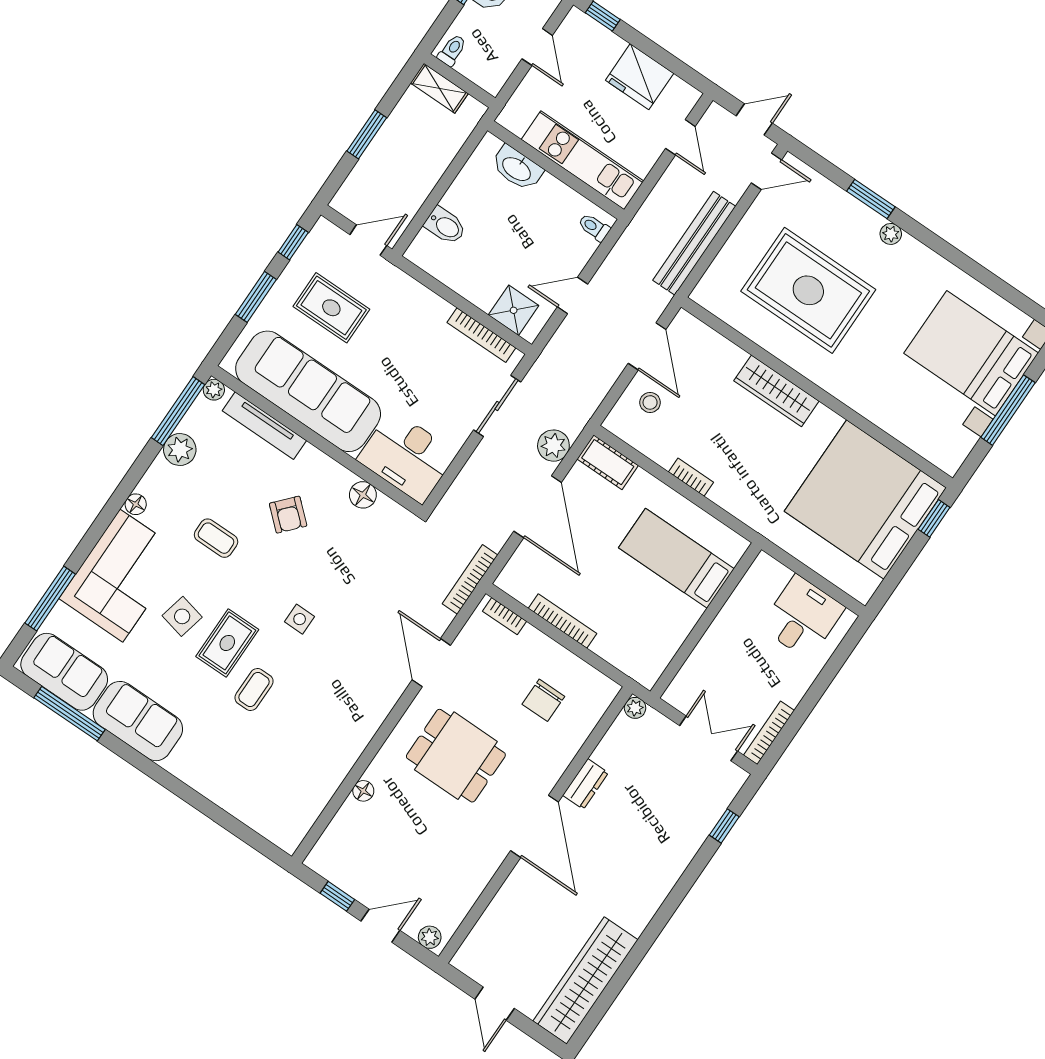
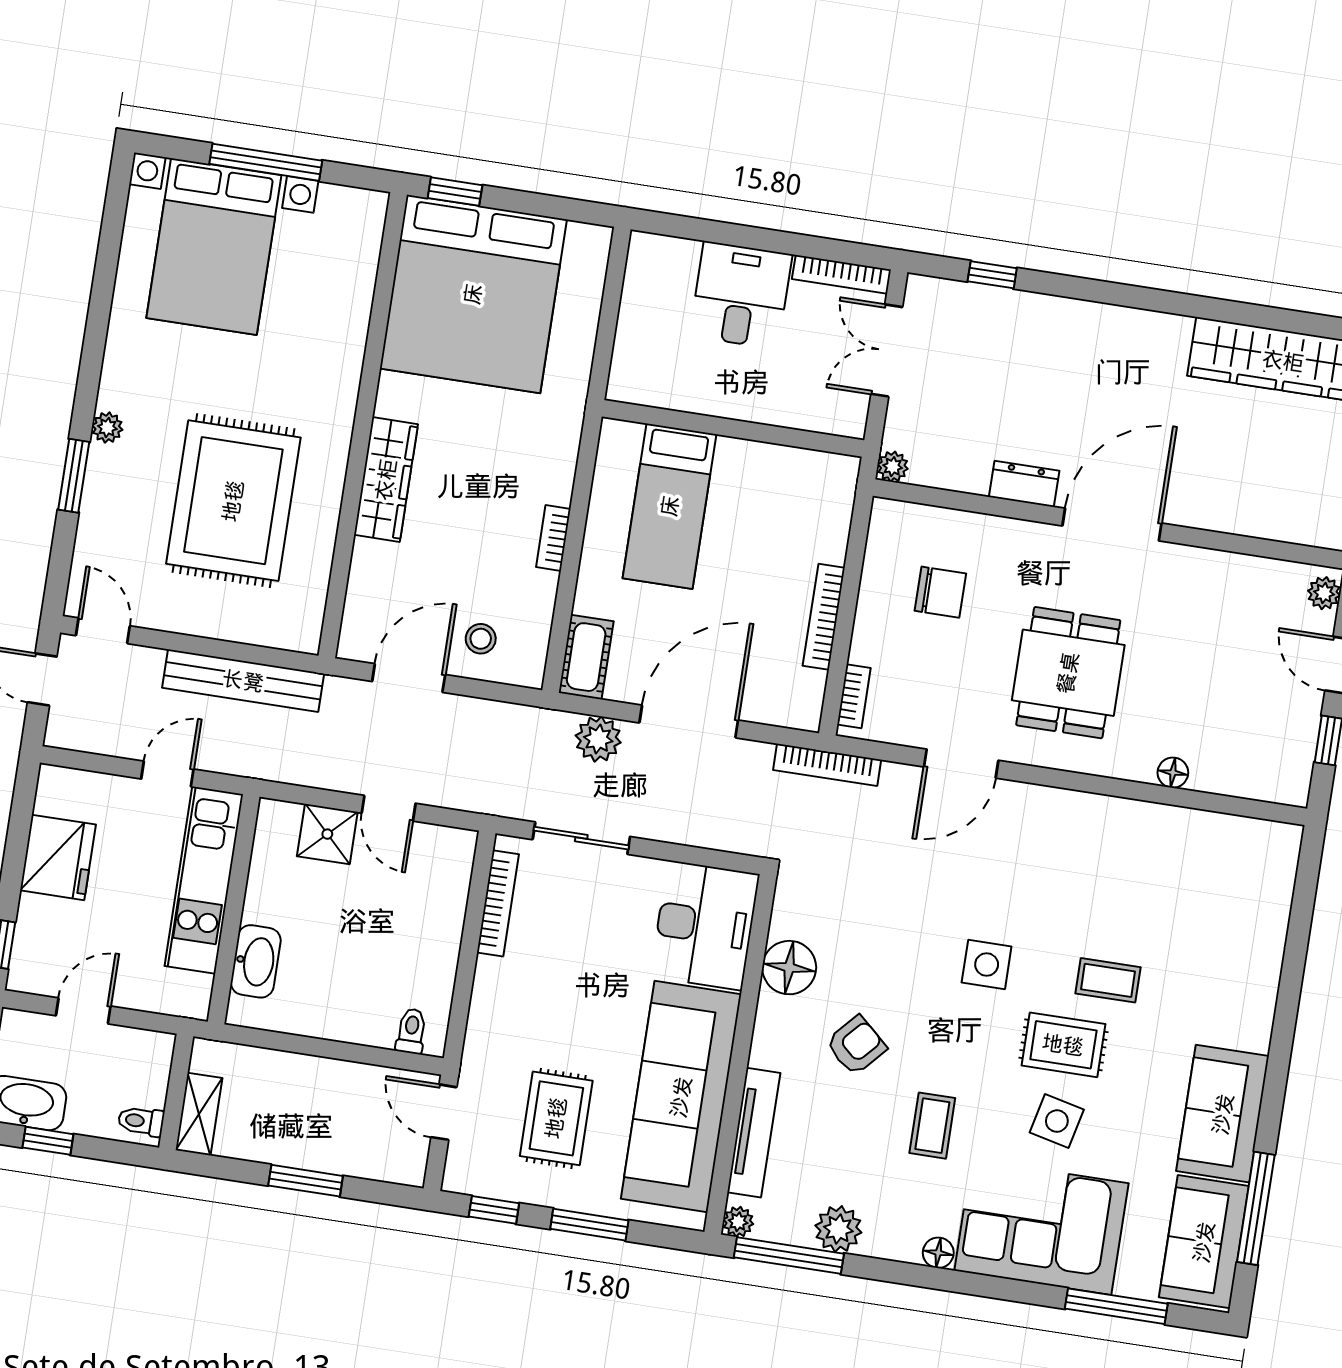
door: (680, 137) -> (167, 774), moved
bidet: (445, 226) -> (377, 1020), removed
toilet: (594, 227) -> (411, 1031), moved, turned 180
shower: (514, 310) -> (327, 834), moved
floor lamp: (363, 495) -> (789, 968), width x1.38, depth x1.38
desk: (802, 617) -> (741, 295), moved, turned 90
side table: (300, 619) -> (987, 965), width x1.37, depth x1.37

